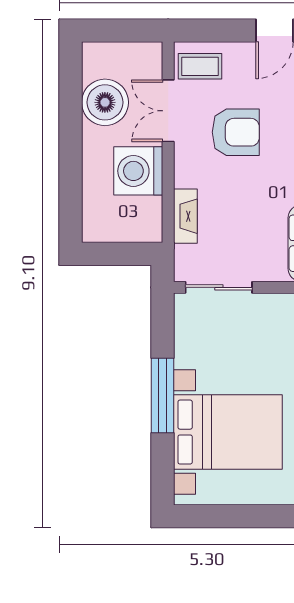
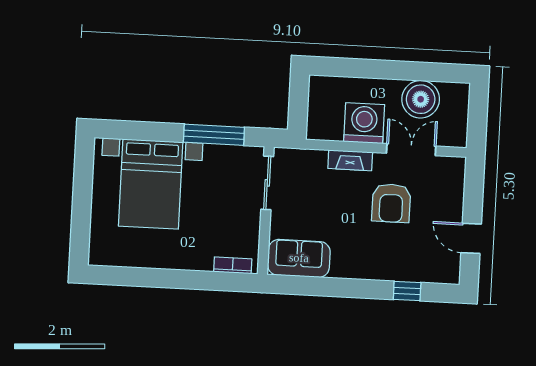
coffee table: (200, 66) -> (446, 177), removed
fireplace: (185, 216) -> (350, 160), moved
window: (163, 395) -> (214, 135), moved

